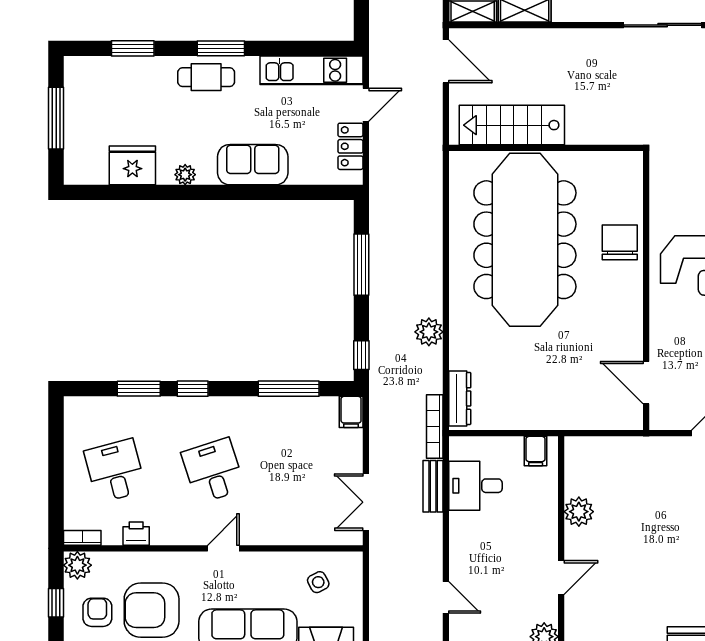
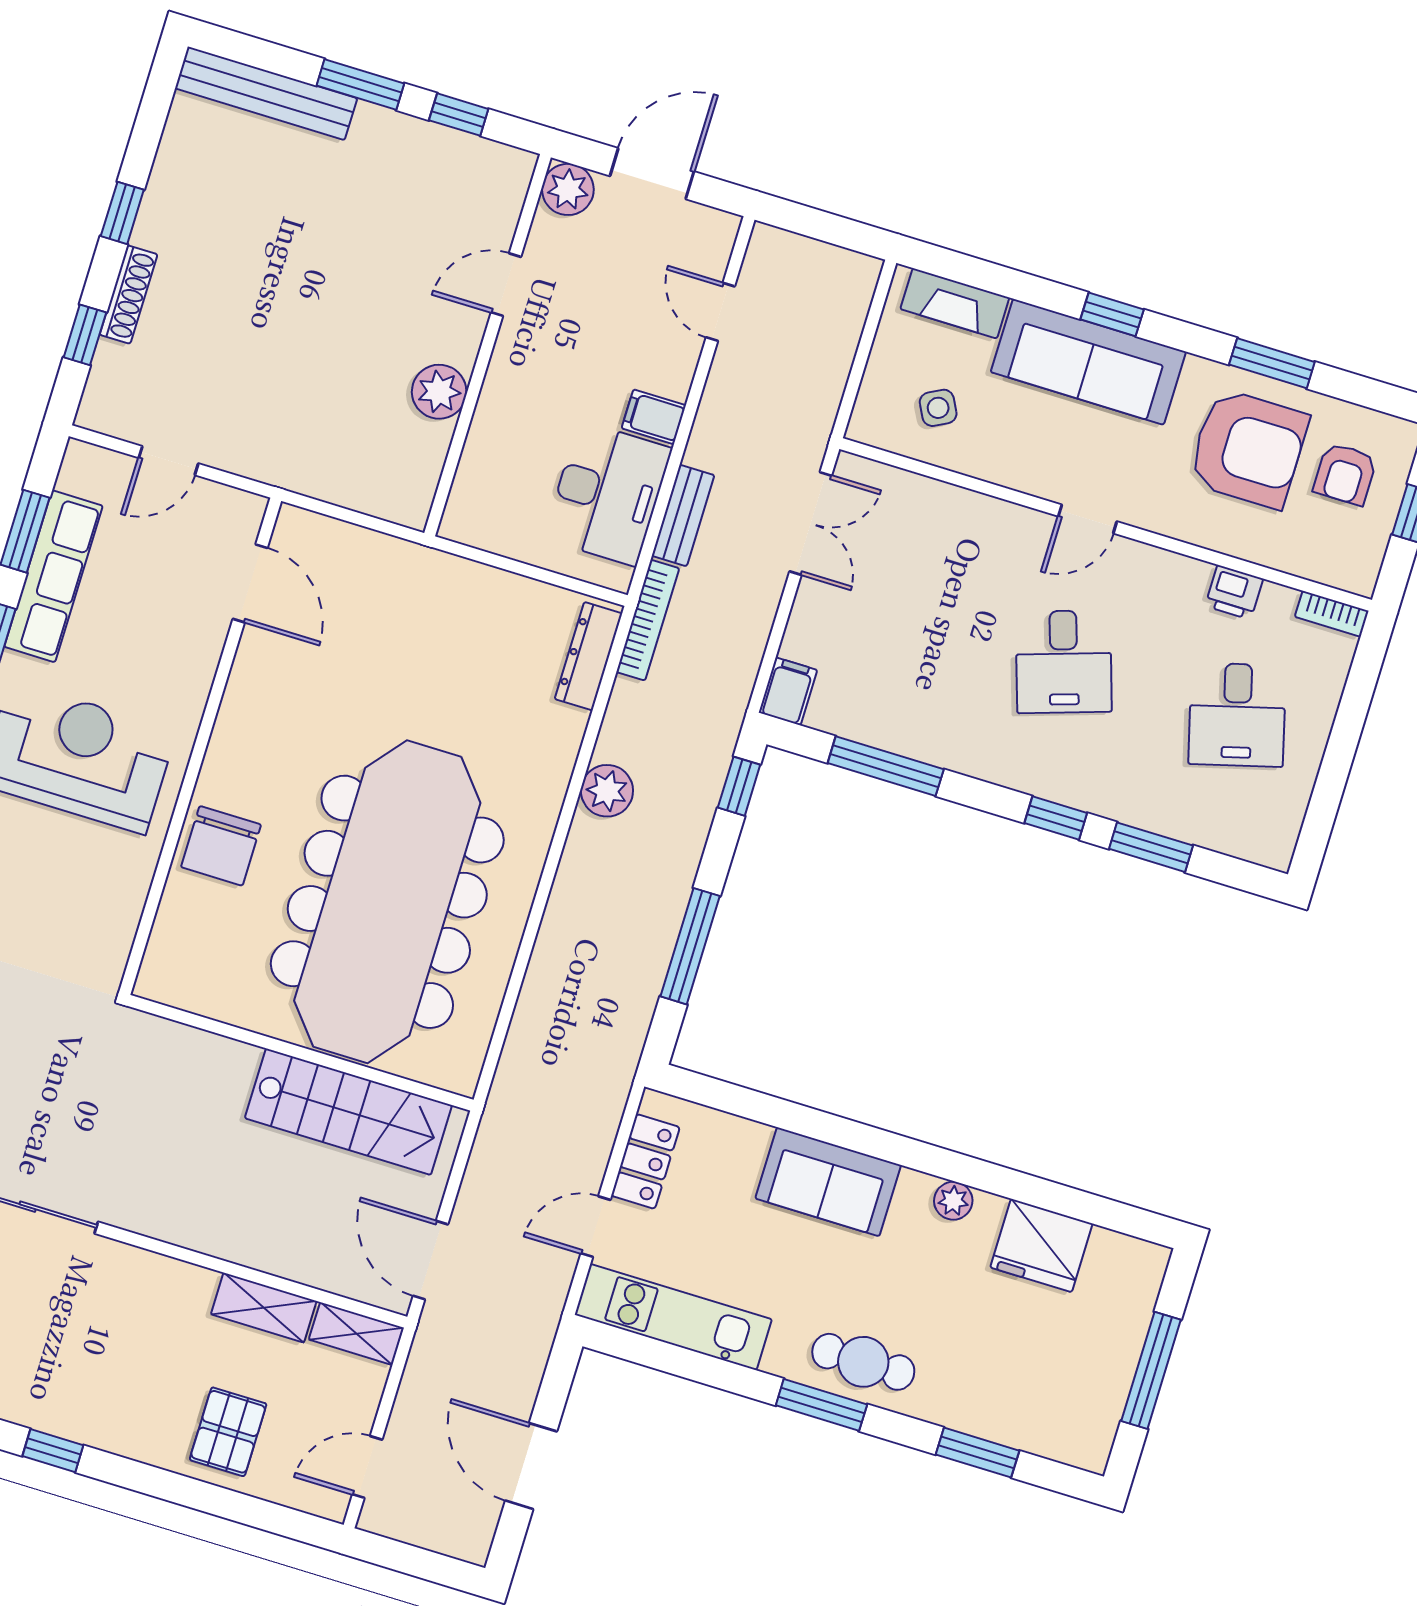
filing cabinet: (536, 451) -> (654, 417), moved, turned -90
desk: (475, 486) -> (608, 493), width x1.37
plant: (77, 565) -> (1355, 568), removed

